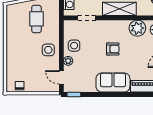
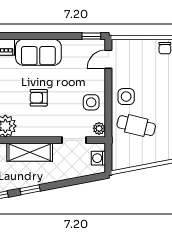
cafe table: (36, 19) -> (136, 126), moved, turned -76
plant: (68, 61) -> (99, 128), moved
door: (61, 77) -> (108, 59), swing flipped

